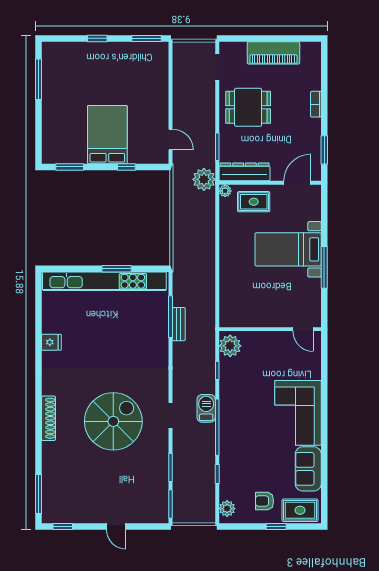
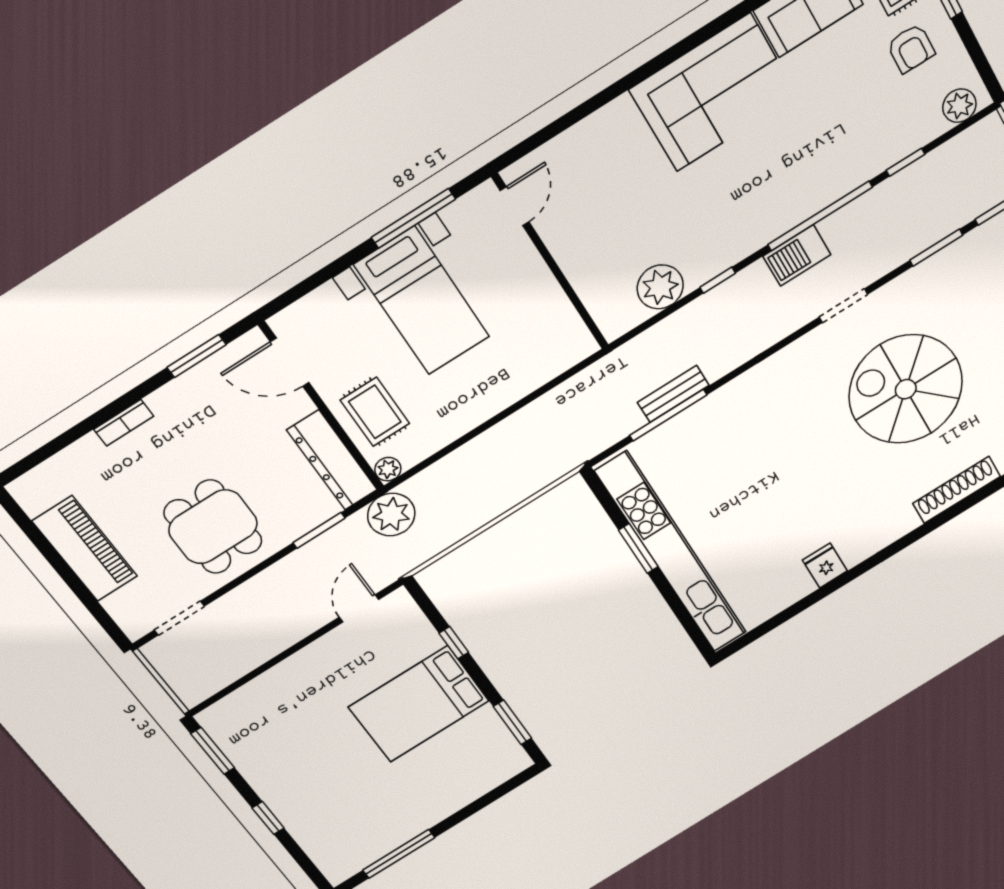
wall: (270, 329) -> (551, 262), moved
door: (303, 329) -> (515, 206), moved

